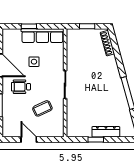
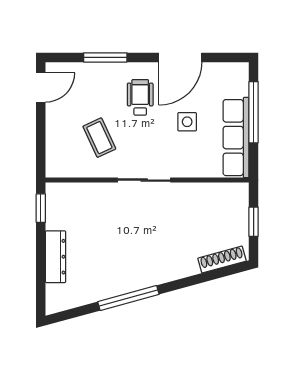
window: (29, 26) -> (254, 112), width x2.17
door: (29, 140) -> (41, 88), moved
window: (96, 140) -> (41, 208), moved

